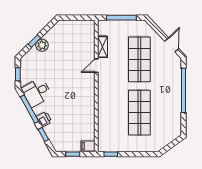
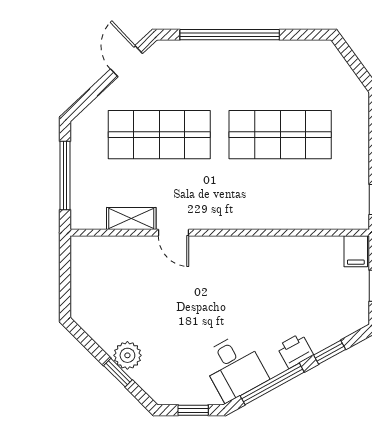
door: (172, 45) -> (127, 61), hinge flipped

